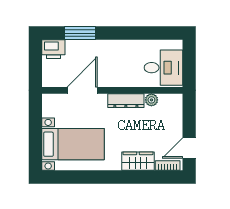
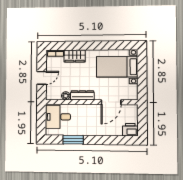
window: (80, 33) -> (73, 140), moved
door: (189, 148) -> (42, 78), moved

